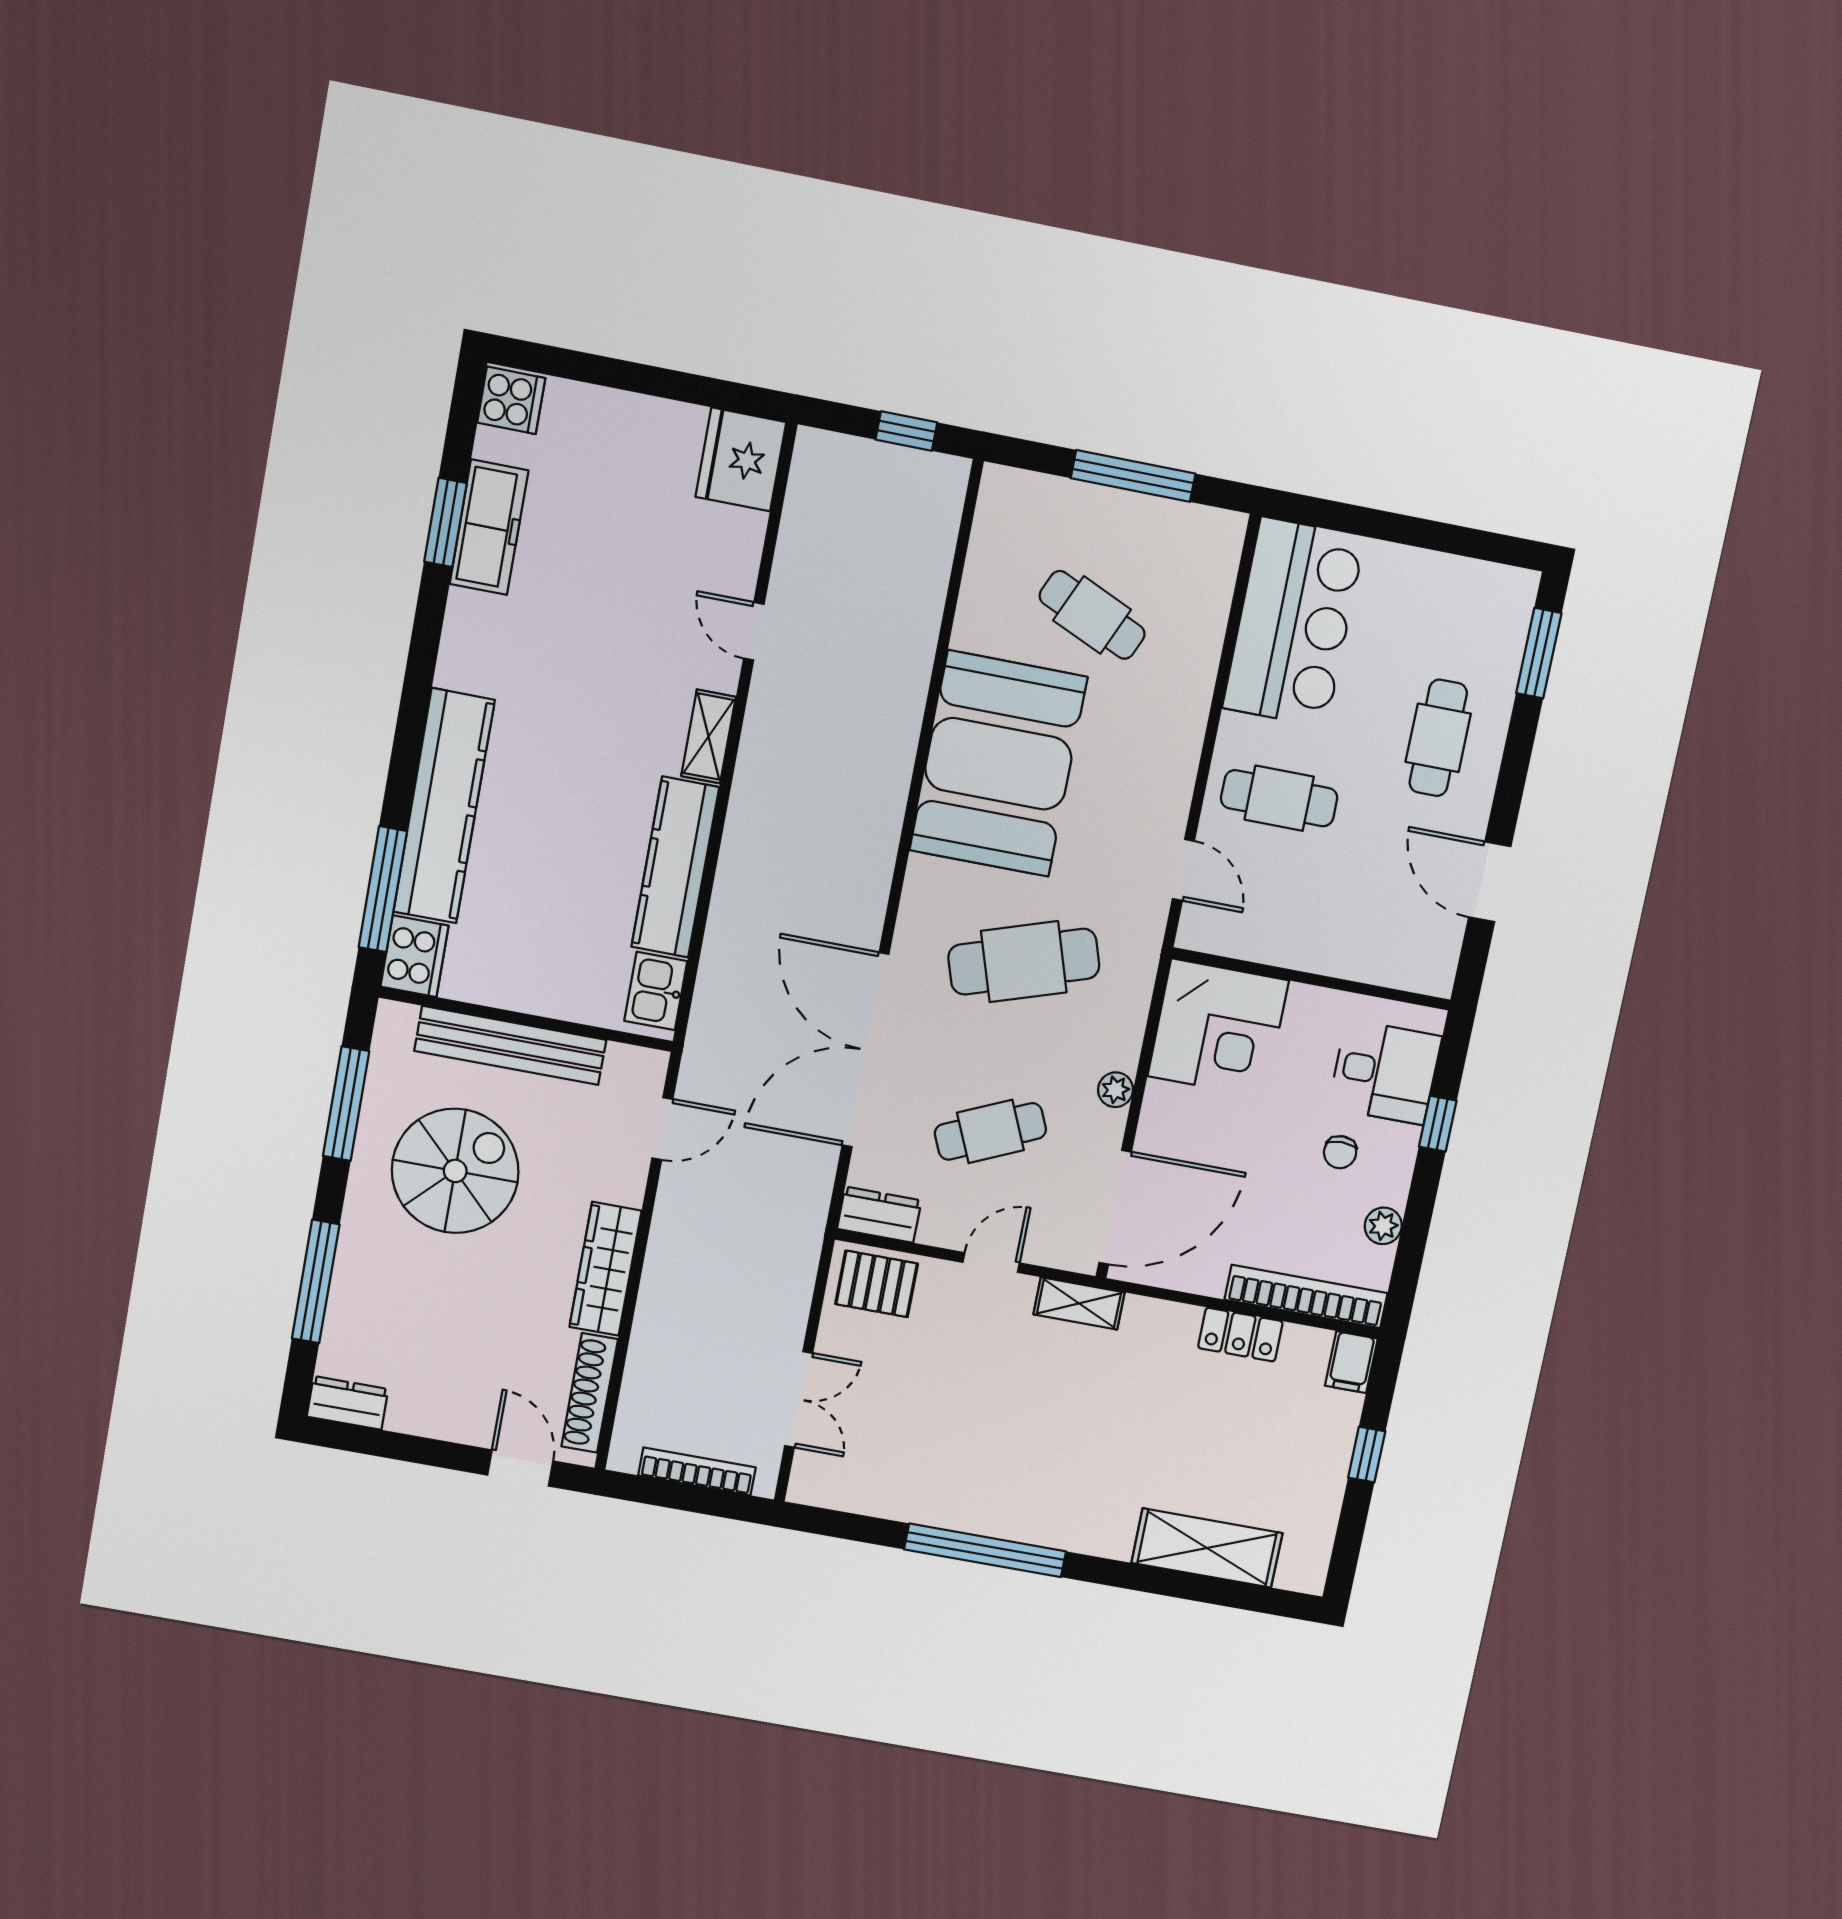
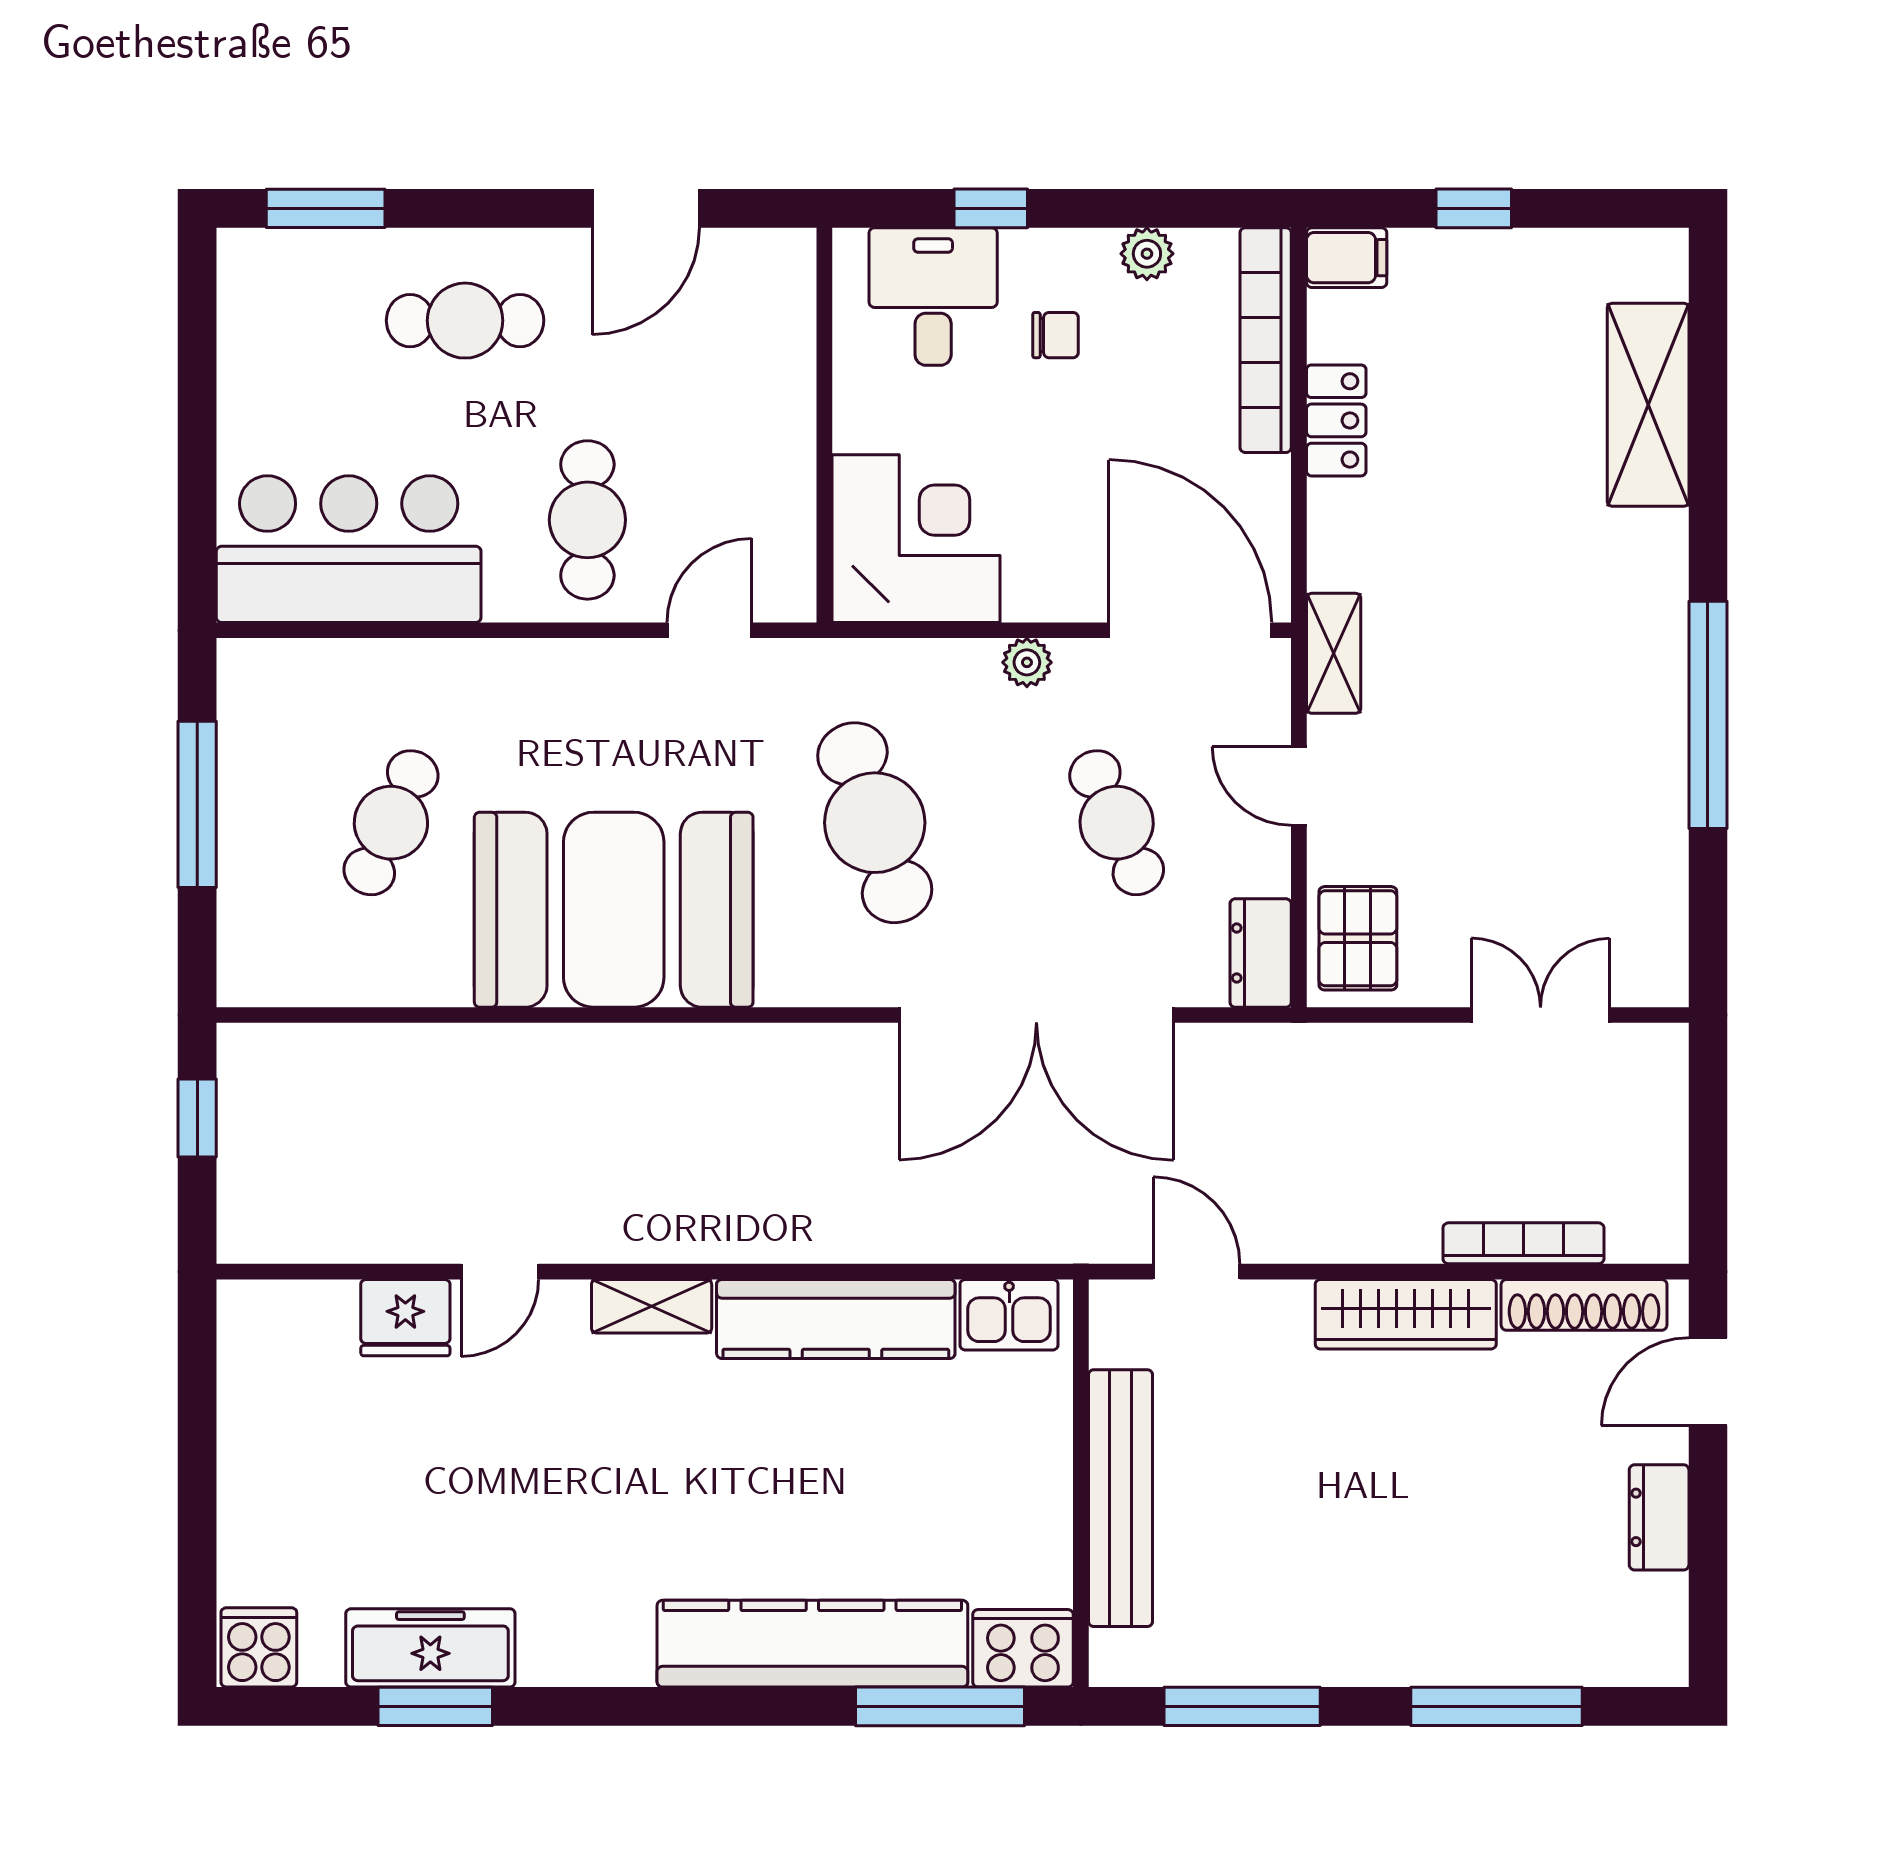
fridge: (741, 459) -> (405, 1318), moved, width x0.73, depth x0.75
spiral stairs: (455, 1171) -> (1307, 1543), removed
dresser: (348, 1403) -> (1659, 1517), moved
bookcase: (697, 1471) -> (1523, 1243), moved, turned 90

